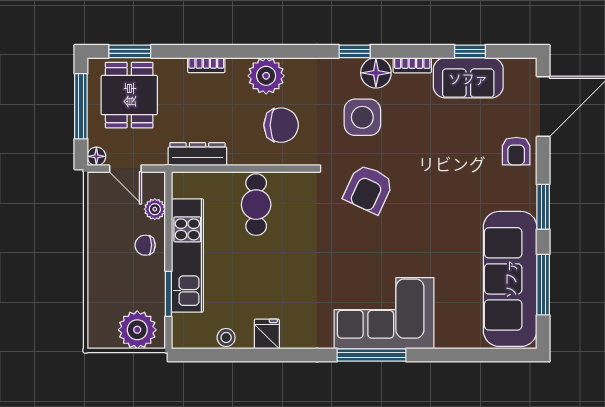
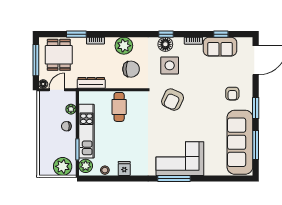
window: (130, 51) -> (76, 34), moved
floor lamp: (376, 73) -> (165, 44), moved
armchair: (516, 151) -> (232, 94), moved
door: (125, 169) -> (57, 90), swing flipped
plant: (186, 328) -> (86, 166), added

